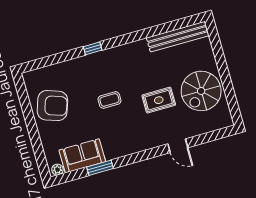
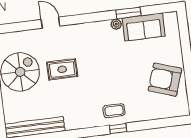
coffee table: (109, 100) -> (114, 111), moved
plant: (57, 170) -> (116, 24), moved

